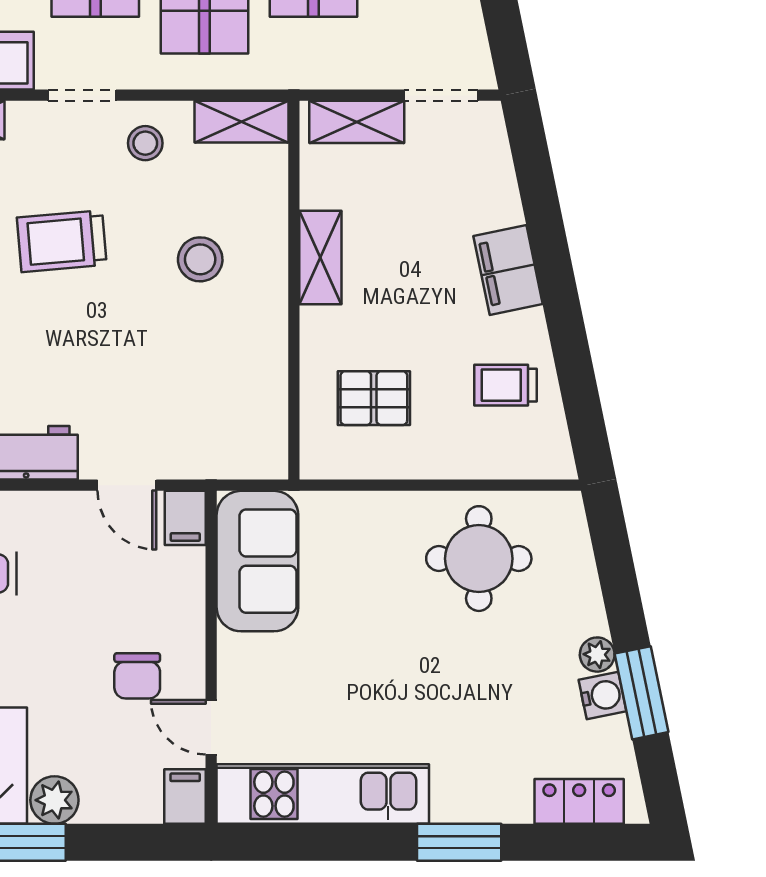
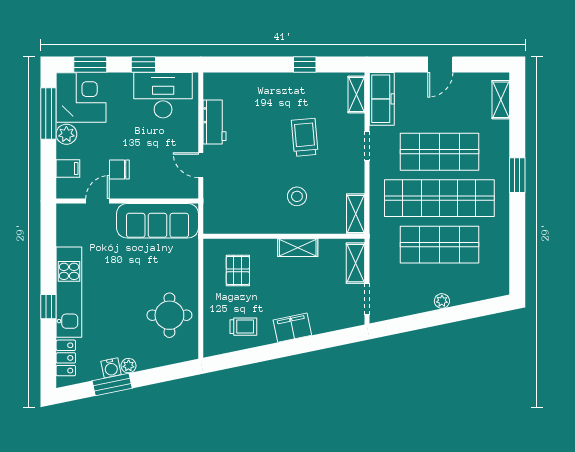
stool: (145, 143) -> (347, 173), removed
trolley: (506, 385) -> (243, 327), turned 90
door: (127, 485) -> (201, 165), hinge flipped
filing cabinet: (185, 518) -> (187, 190), removed
sofa: (257, 561) -> (157, 221), width x1.36
kitchen unit: (323, 794) -> (69, 292), moved
filing cabinet: (185, 796) -> (68, 168), moved
window: (459, 842) -> (48, 307), width x0.67

